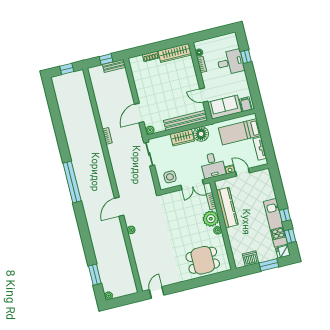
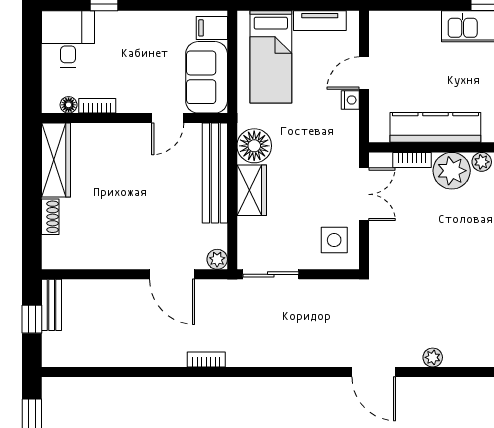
desk: (230, 62) -> (68, 39), moved
desk: (213, 165) -> (332, 137), removed

